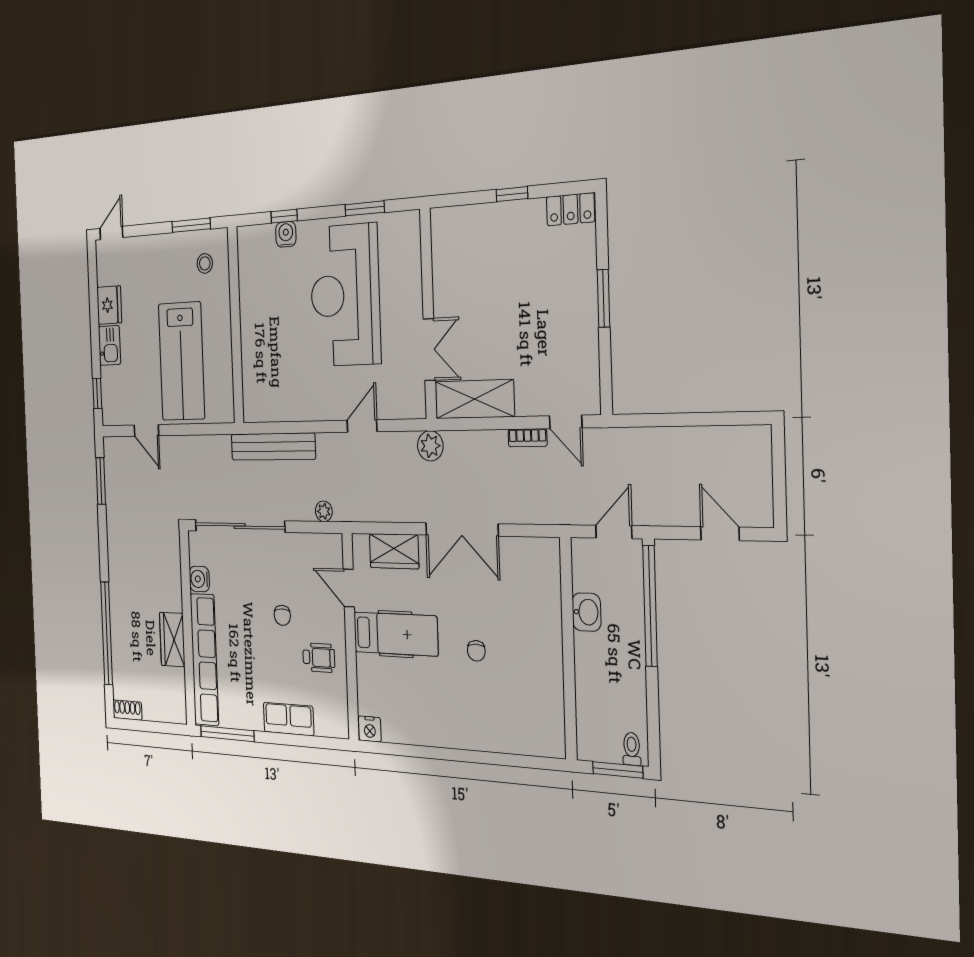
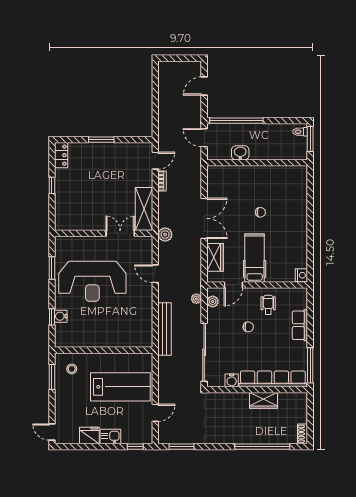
plant: (320, 545) -> (213, 302), added

